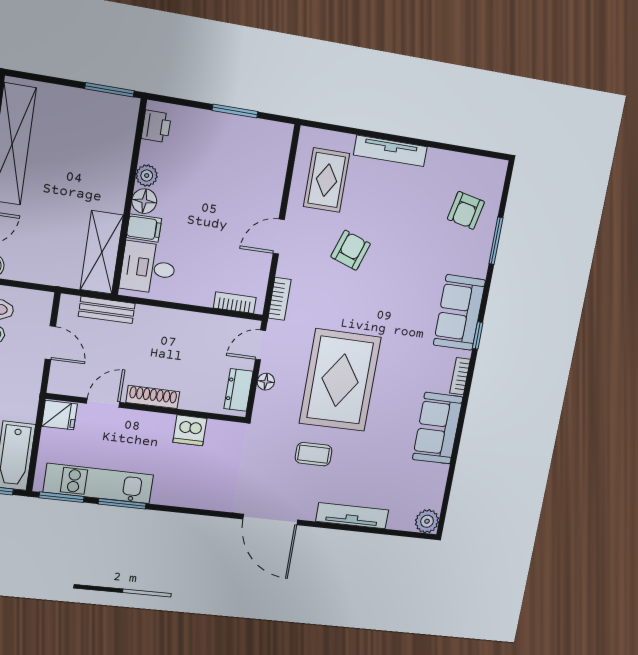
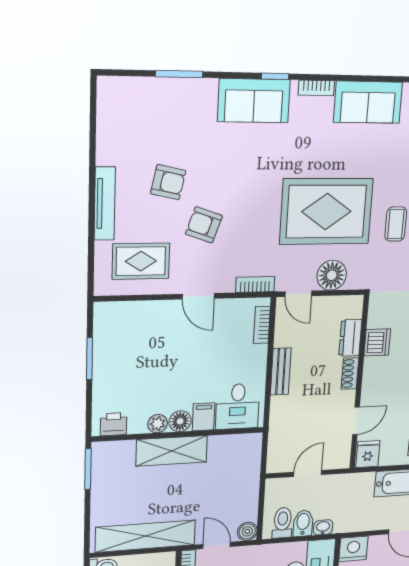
armchair: (466, 210) -> (168, 182), moved
shelving: (102, 252) -> (172, 451), moved
bench: (107, 310) -> (281, 371), moved
floor lamp: (266, 382) -> (332, 275), width x1.89, depth x1.89
dresser: (239, 390) -> (350, 338), moved, turned 90
shoe rack: (153, 397) -> (350, 373), width x0.70
door: (103, 403) -> (356, 421), swing flipped

